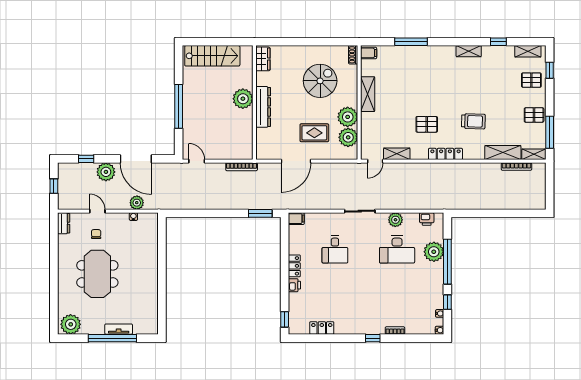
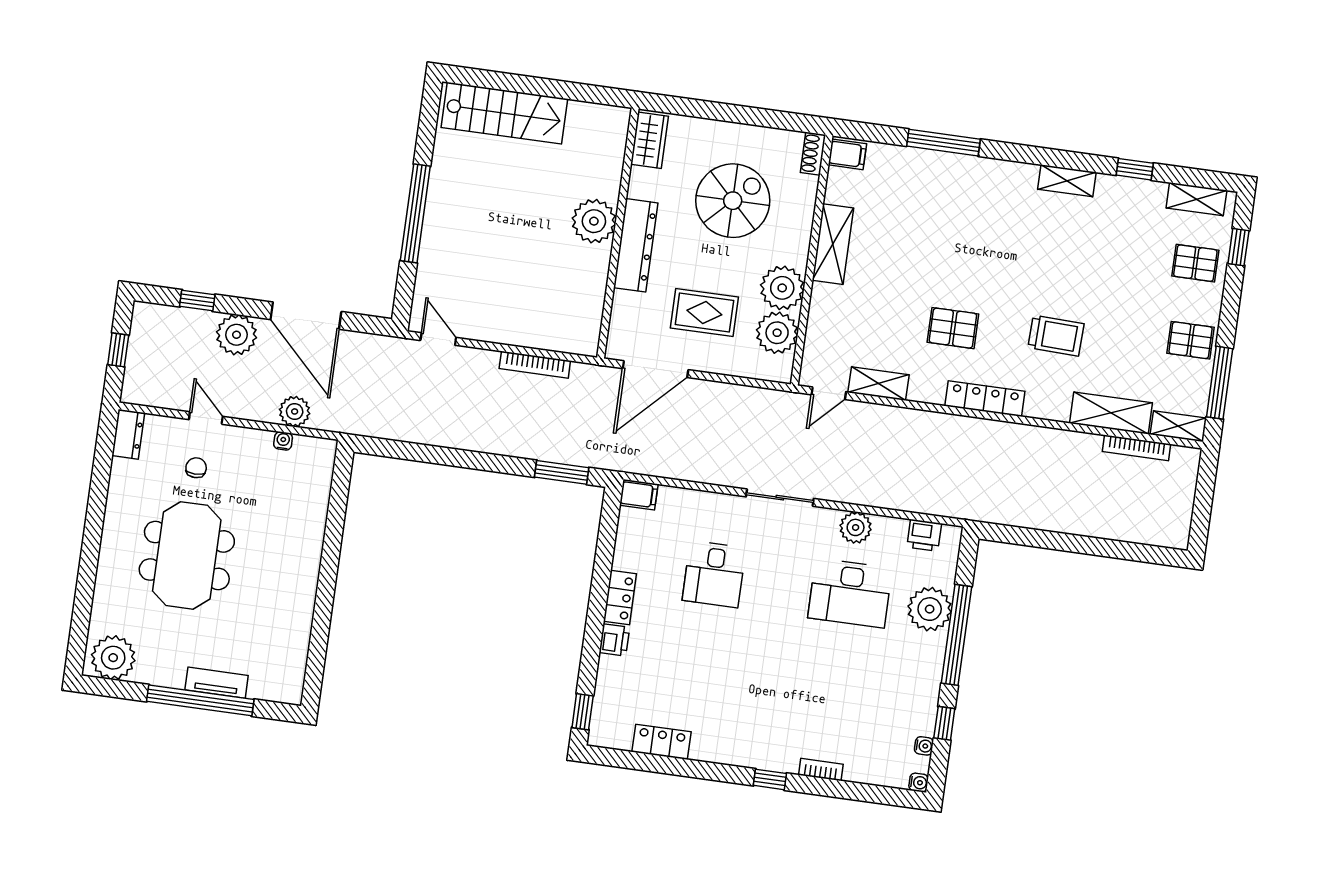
wardrobe: (263, 59) -> (650, 140), moved
plant: (243, 99) -> (594, 221), moved
wall: (254, 103) -> (618, 233), moved
dresser: (263, 107) -> (636, 245), moved

